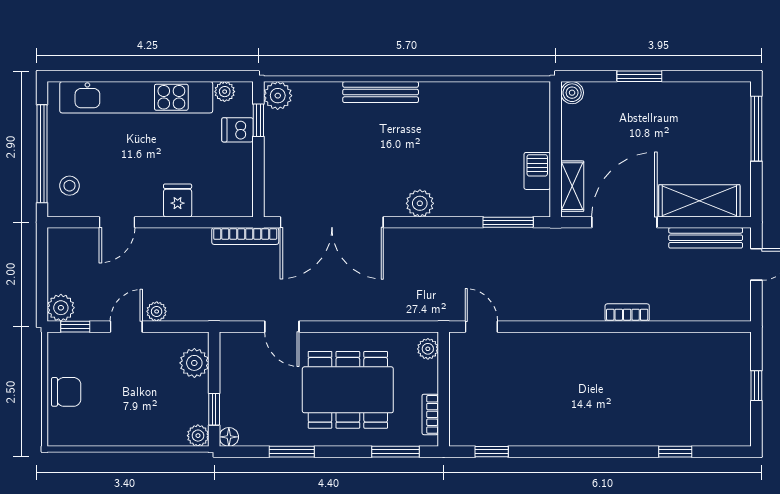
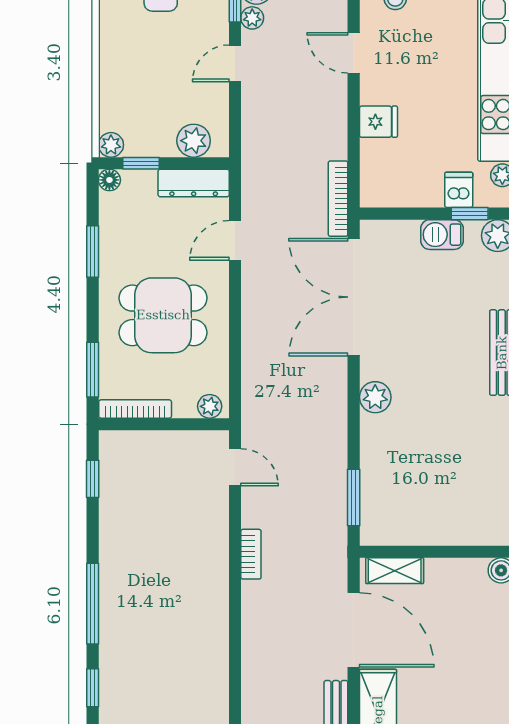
barbecue: (537, 171) -> (442, 235), moved, turned 180
plant: (157, 311) -> (252, 18), moved
bookcase: (627, 313) -> (251, 554), moved
door: (126, 327) -> (235, 63), swing flipped
door: (481, 327) -> (235, 467), hinge flipped
dresser: (232, 363) -> (194, 183), added
dining table: (348, 390) -> (163, 315), width x0.73
bookcase: (430, 414) -> (135, 409), width x1.56
window: (601, 452) -> (93, 604), added

